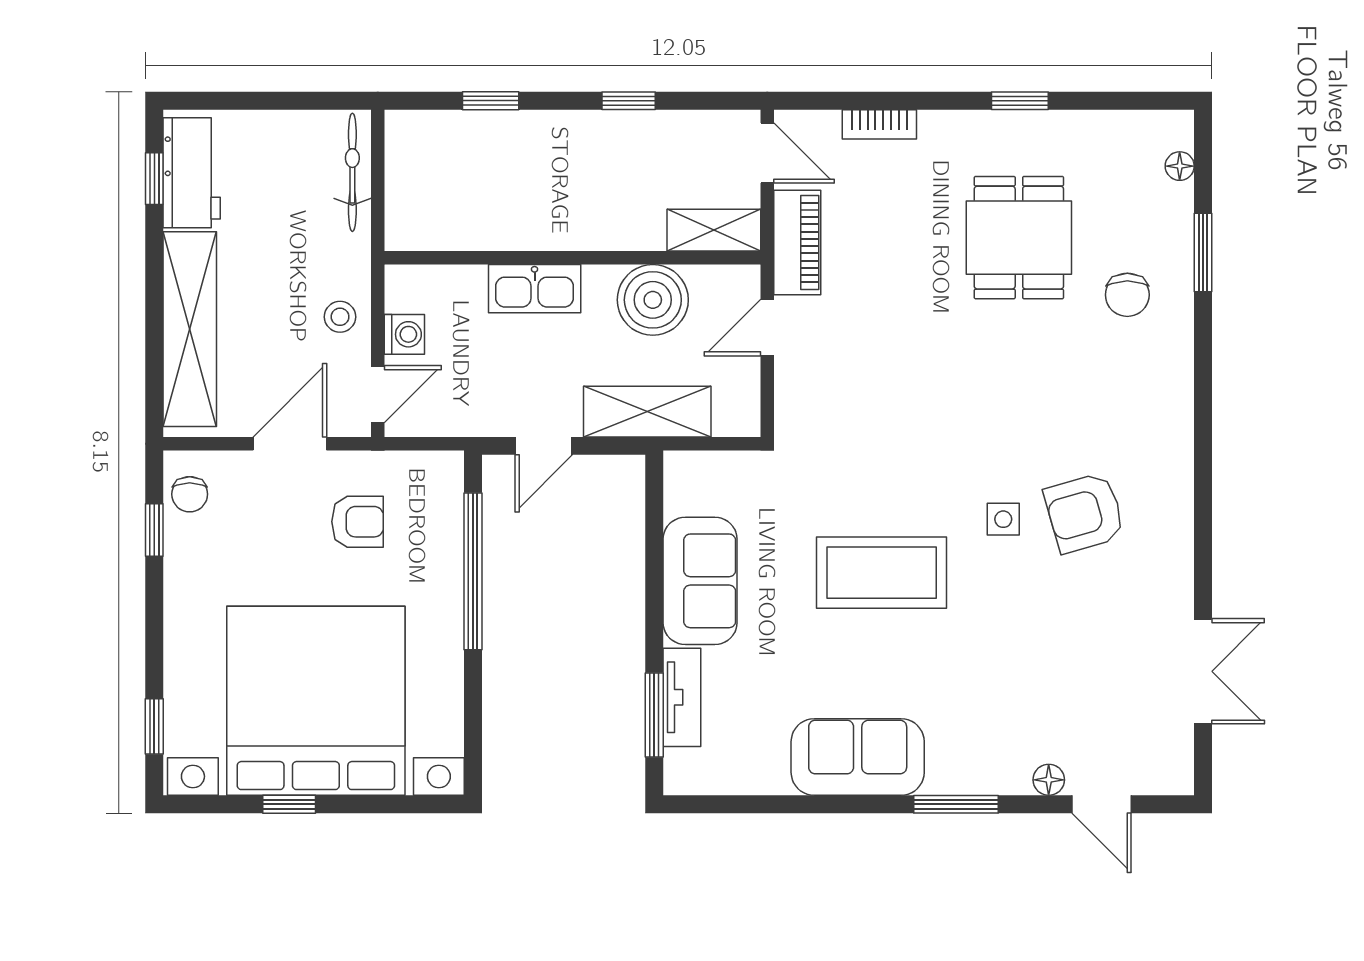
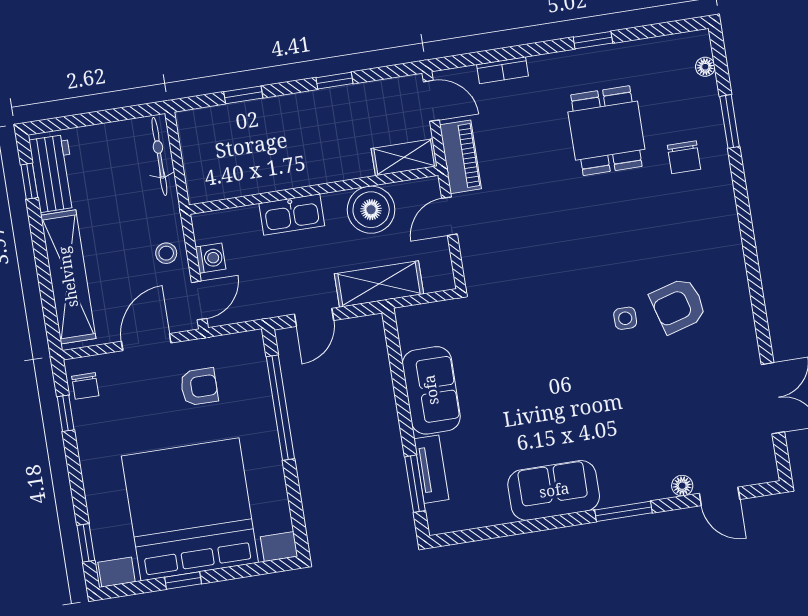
coffee table: (882, 573) -> (550, 366), removed

